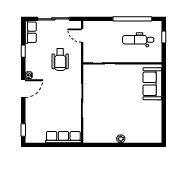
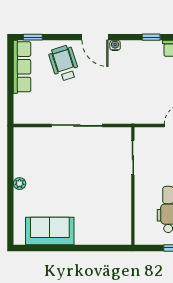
wheelchair: (60, 60) -> (64, 63), moved, turned 72
sofa: (152, 84) -> (50, 231), moved
row of seats: (63, 137) -> (22, 67), moved

